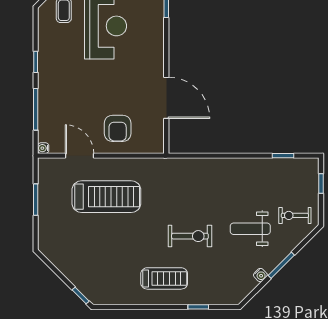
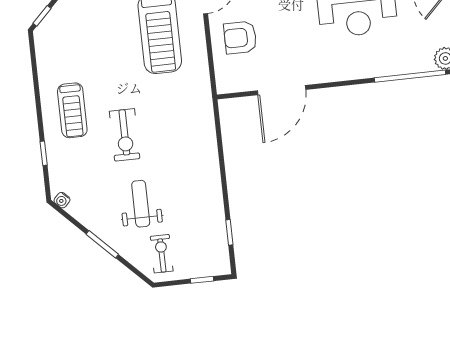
water cooler: (260, 275) -> (62, 200), moved

